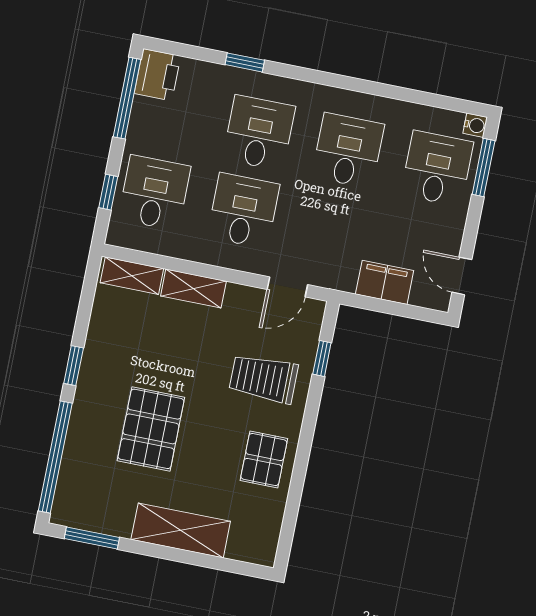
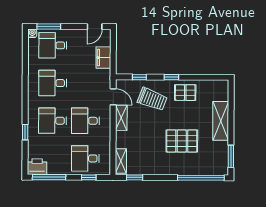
shelving: (193, 288) -> (121, 118), moved
window: (74, 366) -> (135, 177), moved
trolley: (264, 379) -> (152, 99), turned -69
window: (307, 434) -> (171, 77), added

